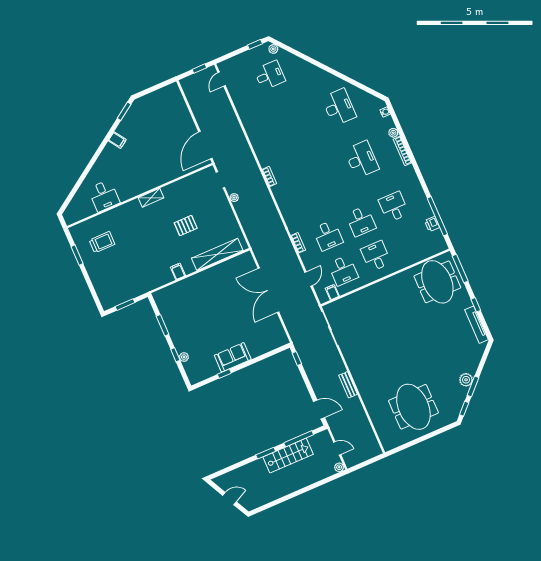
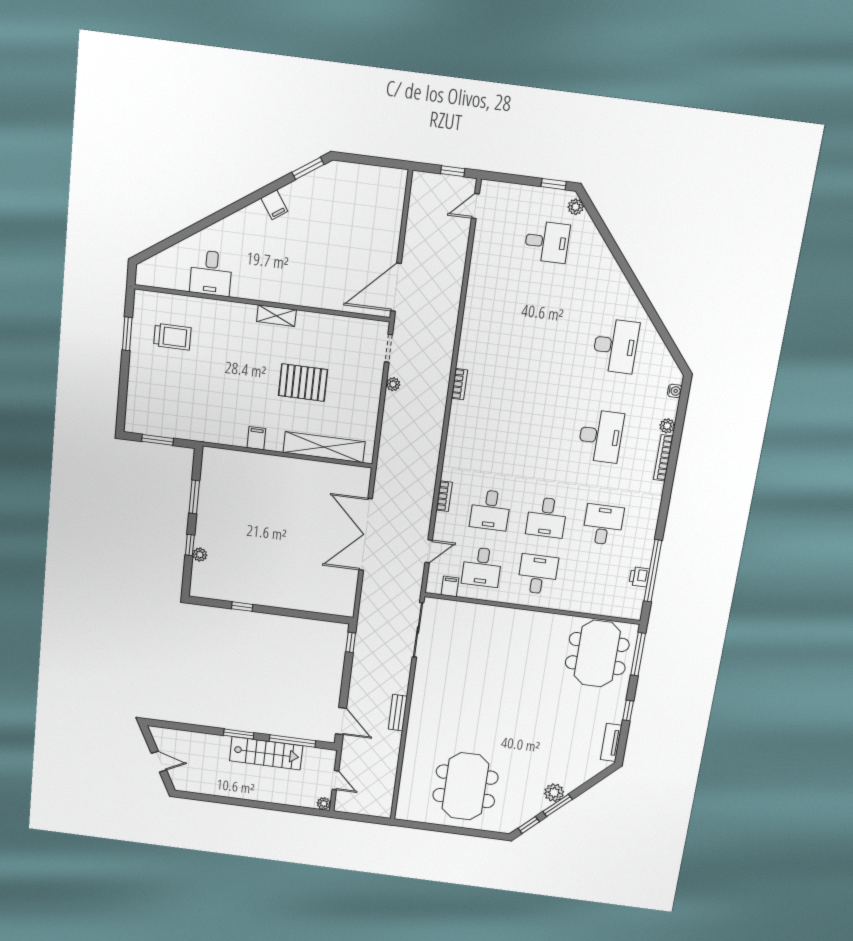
pallet: (186, 226) -> (303, 383), width x1.50, depth x1.42
tv unit: (477, 325) -> (611, 742), width x0.71
sofa: (233, 357) -> (266, 592), removed

